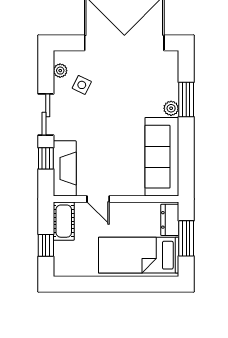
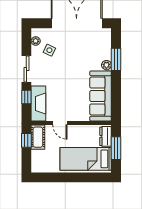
window: (46, 245) -> (26, 140), moved

